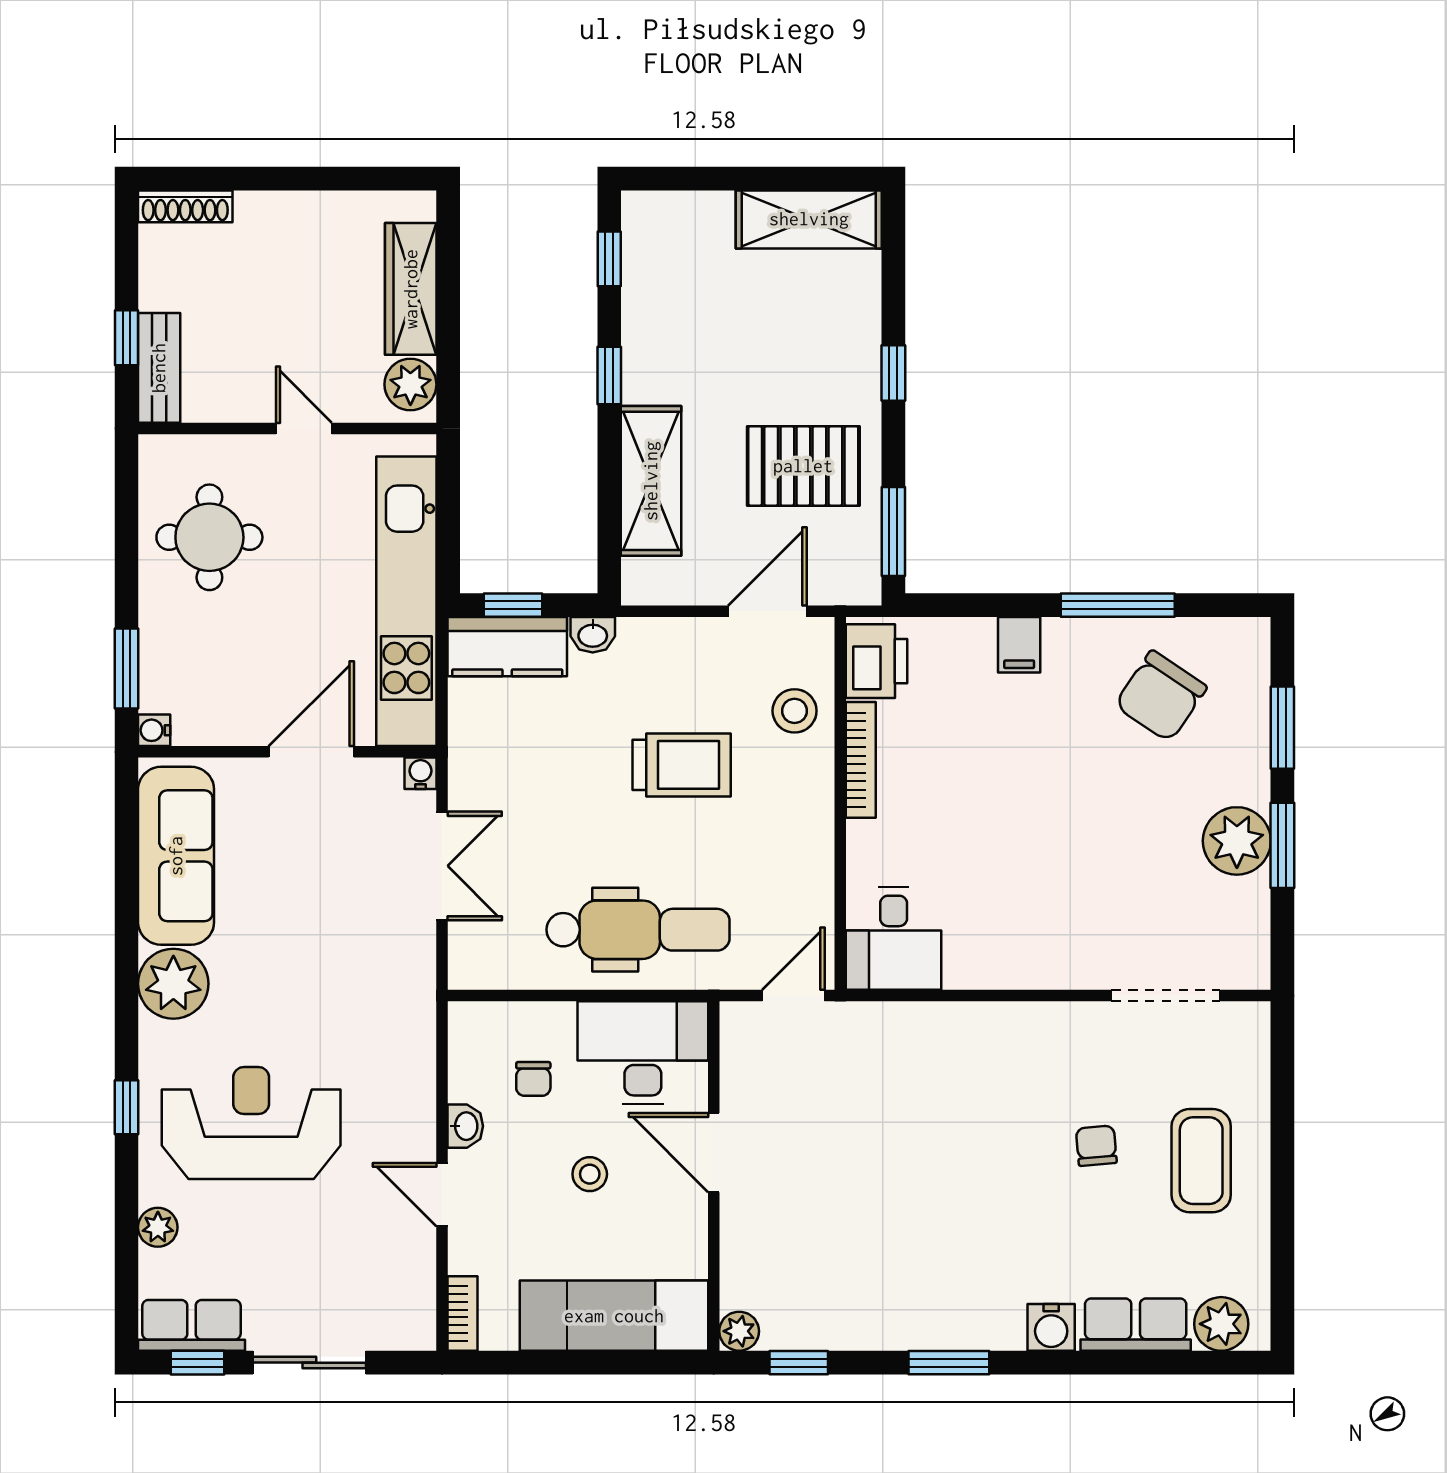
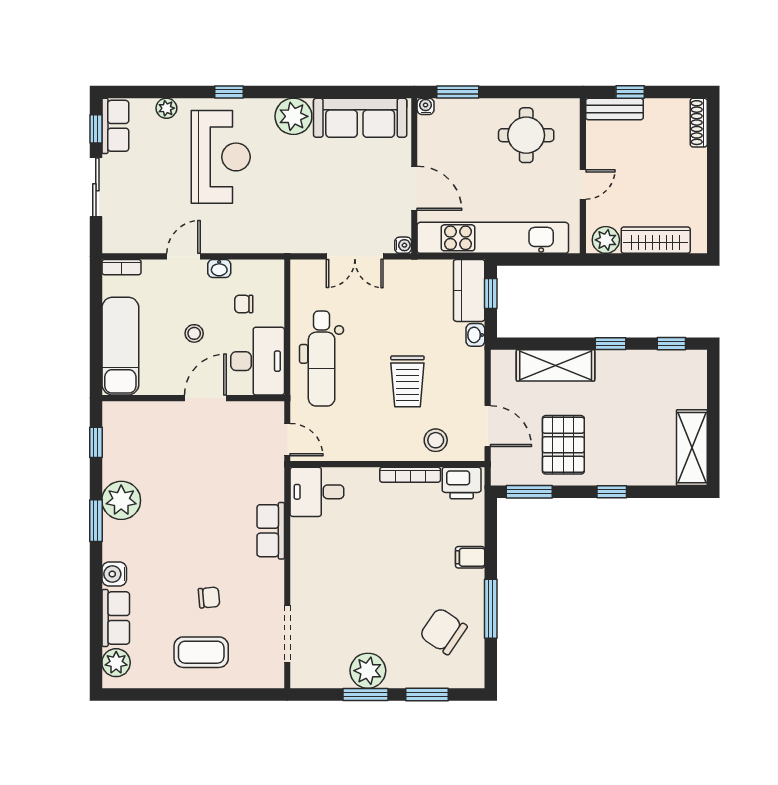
row of seats: (968, 1027) -> (271, 531), added
plant: (739, 1331) -> (121, 500), moved, width x1.88, depth x1.88

